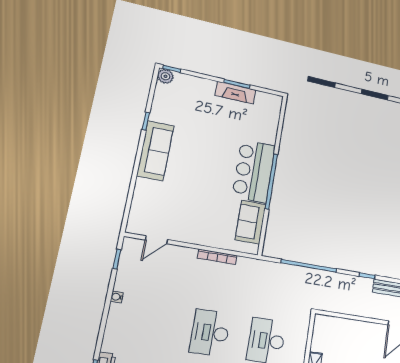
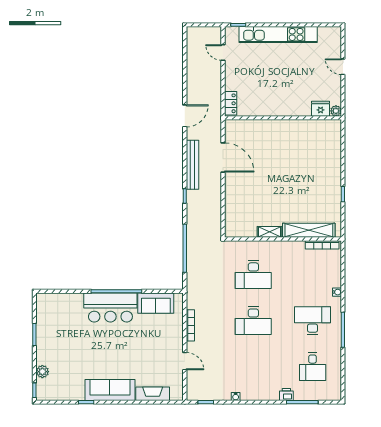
plant: (165, 76) -> (42, 372), moved
fireplace: (235, 93) -> (153, 394), moved, turned -90
door: (156, 240) -> (185, 361), moved

